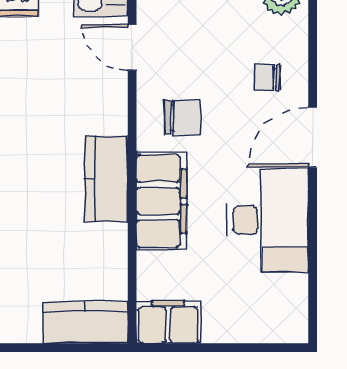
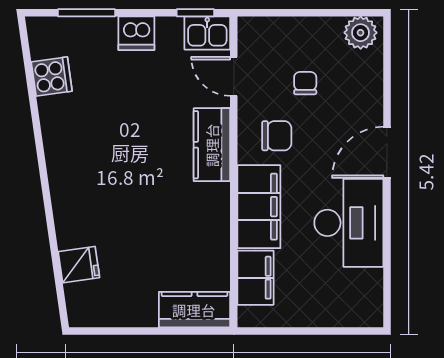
chair: (267, 78) -> (305, 83), moved, turned 90
kitchen counter: (106, 179) -> (212, 145), moved
filing cabinet: (168, 322) -> (255, 278), moved, turned 90

